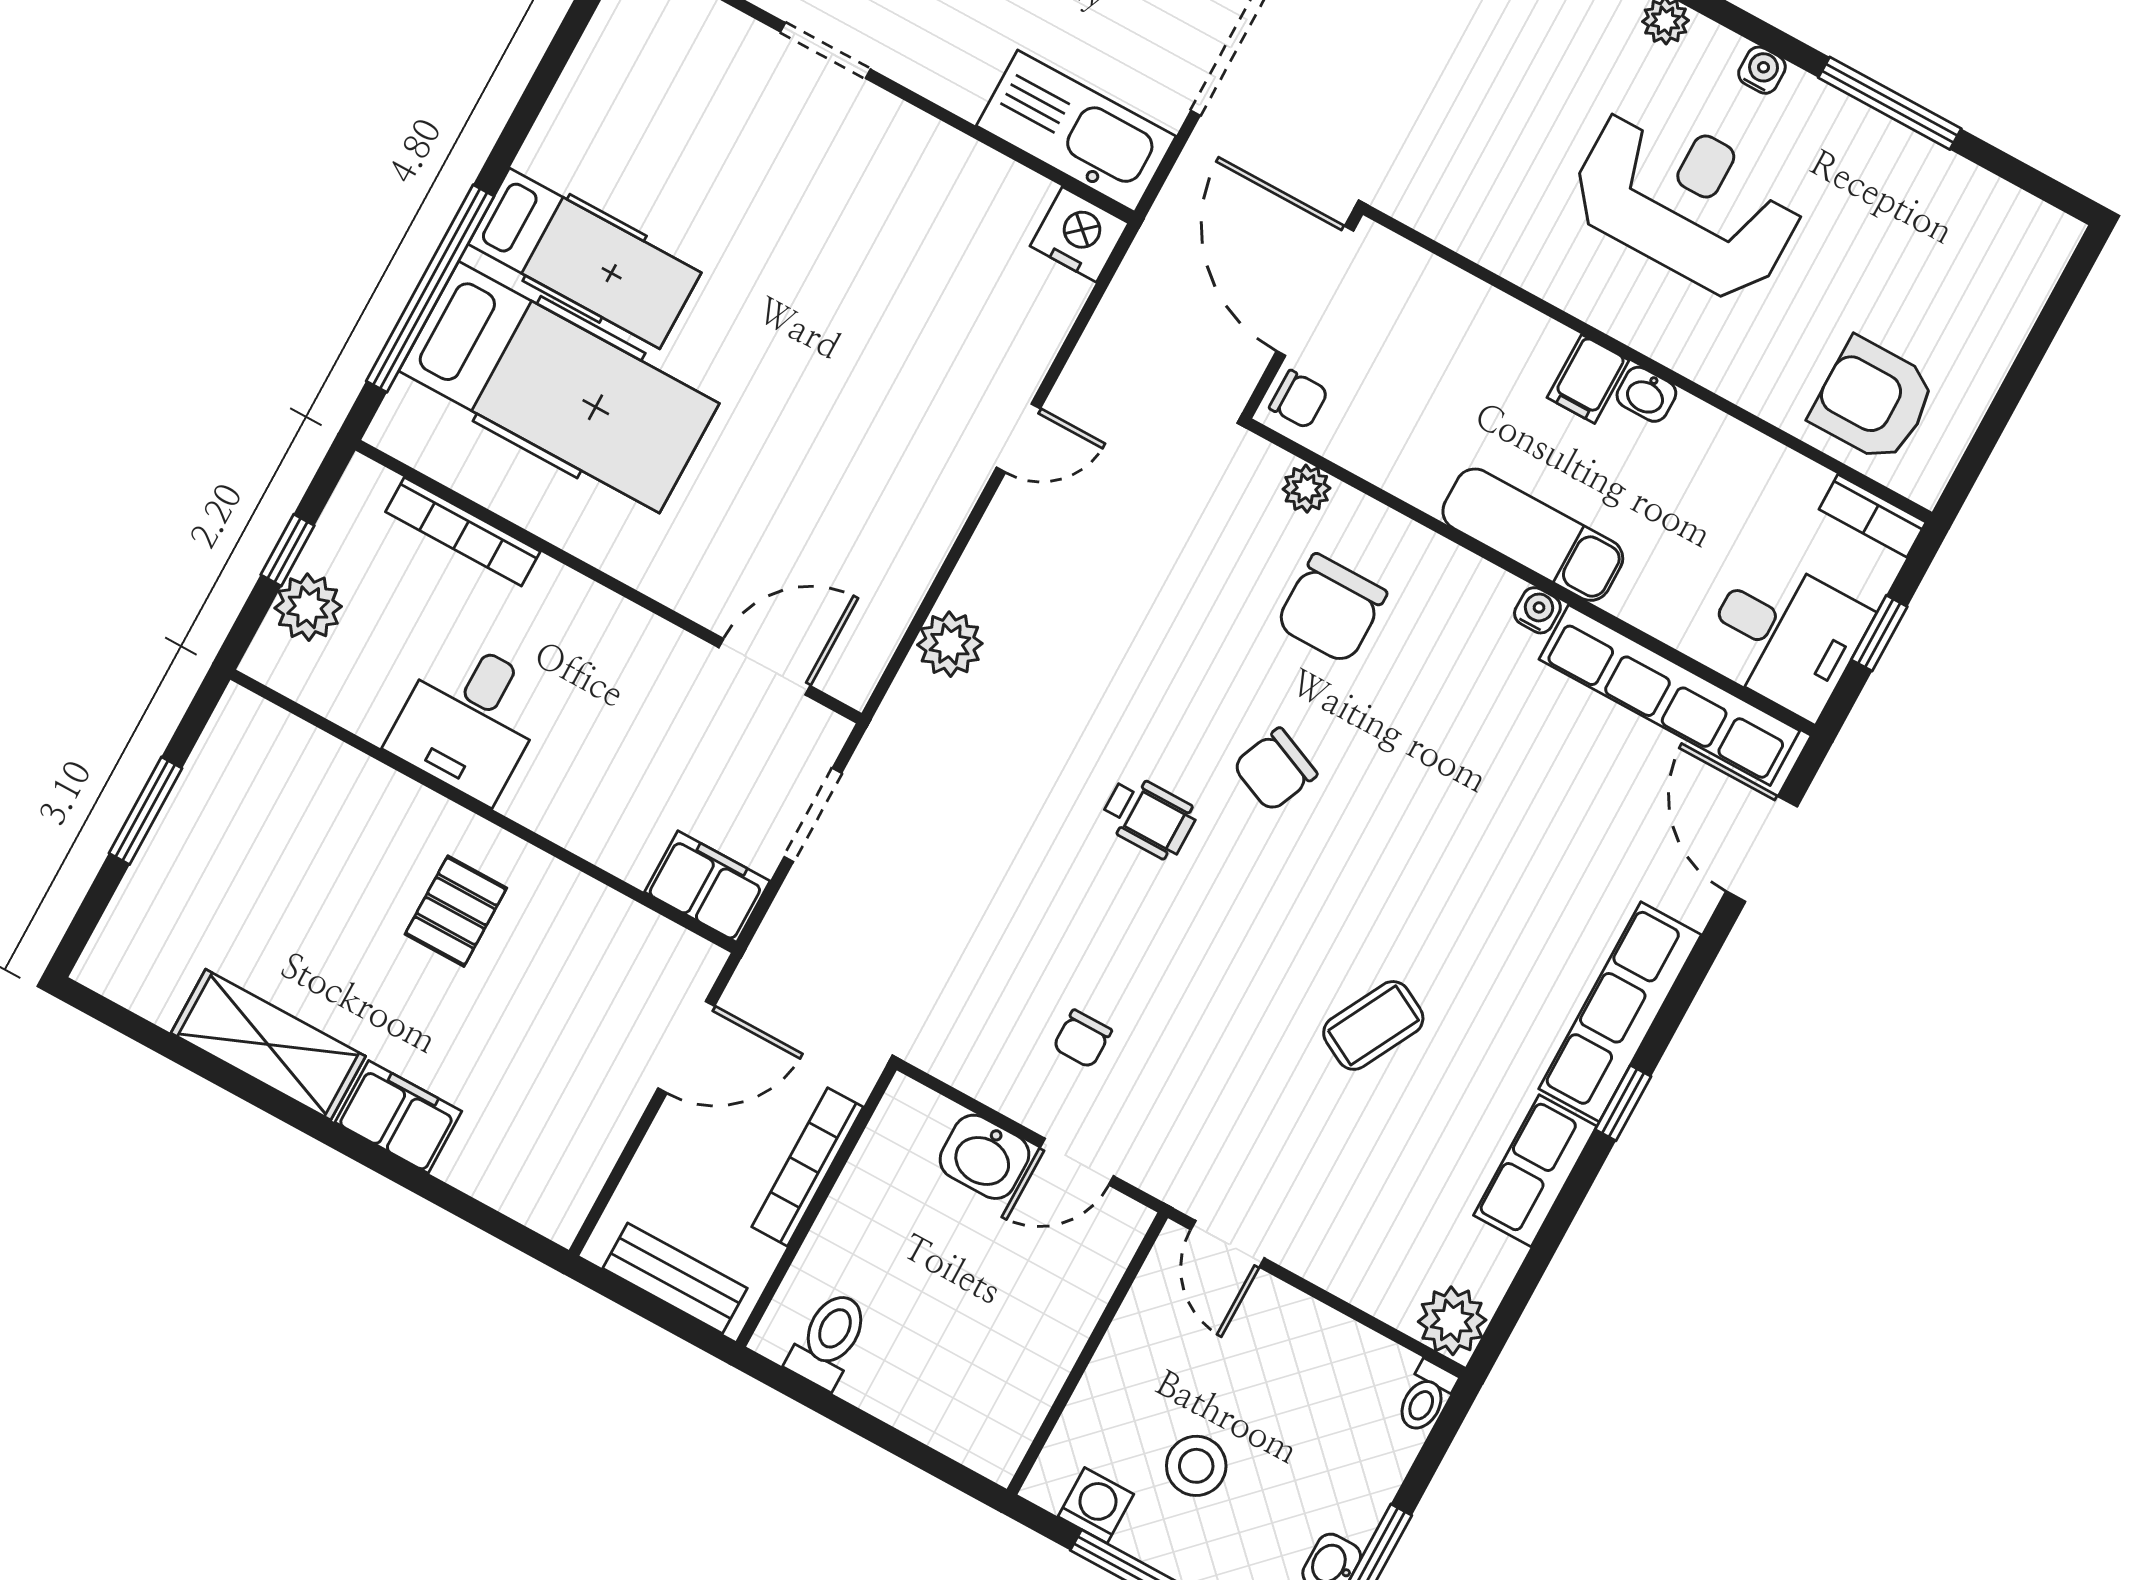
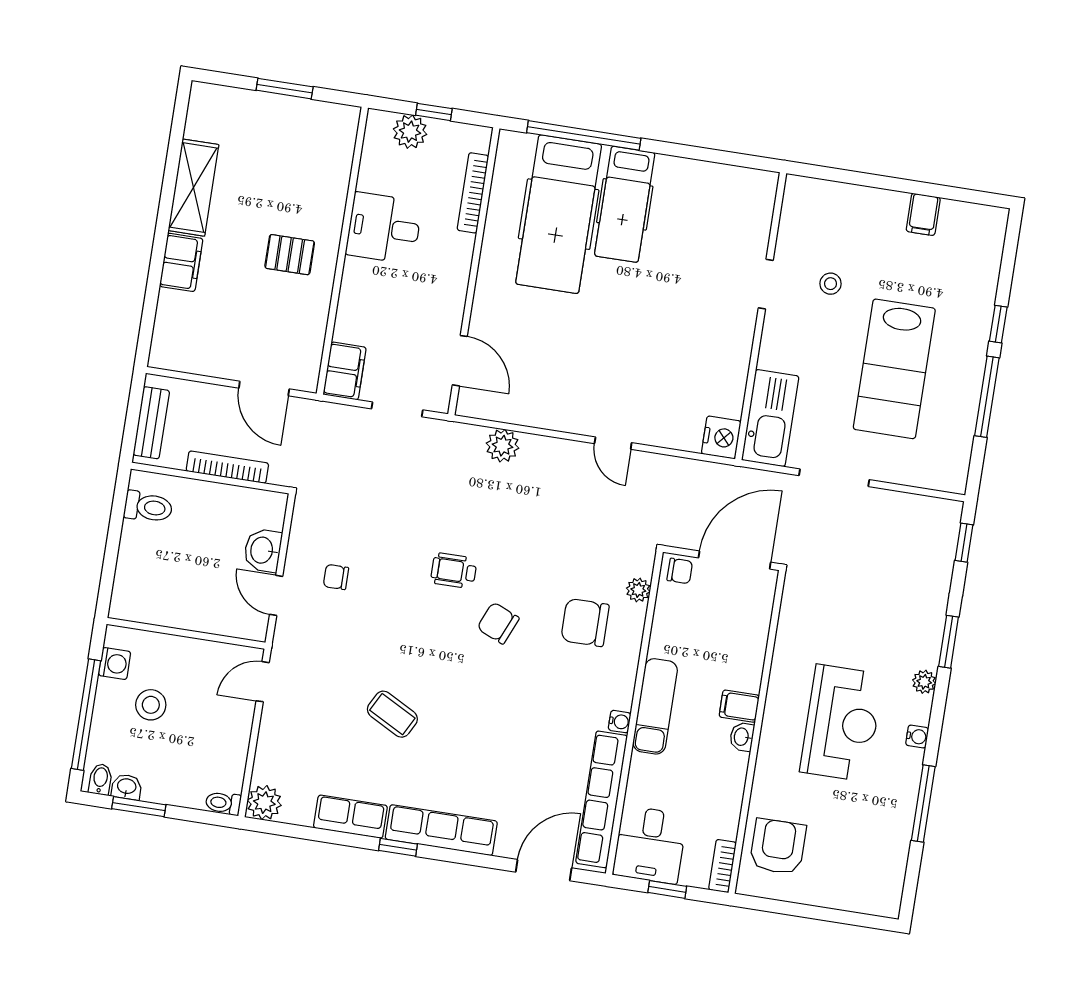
chair: (1299, 399) -> (680, 571), turned -90
wheelchair: (1149, 817) -> (454, 571), turned 90

